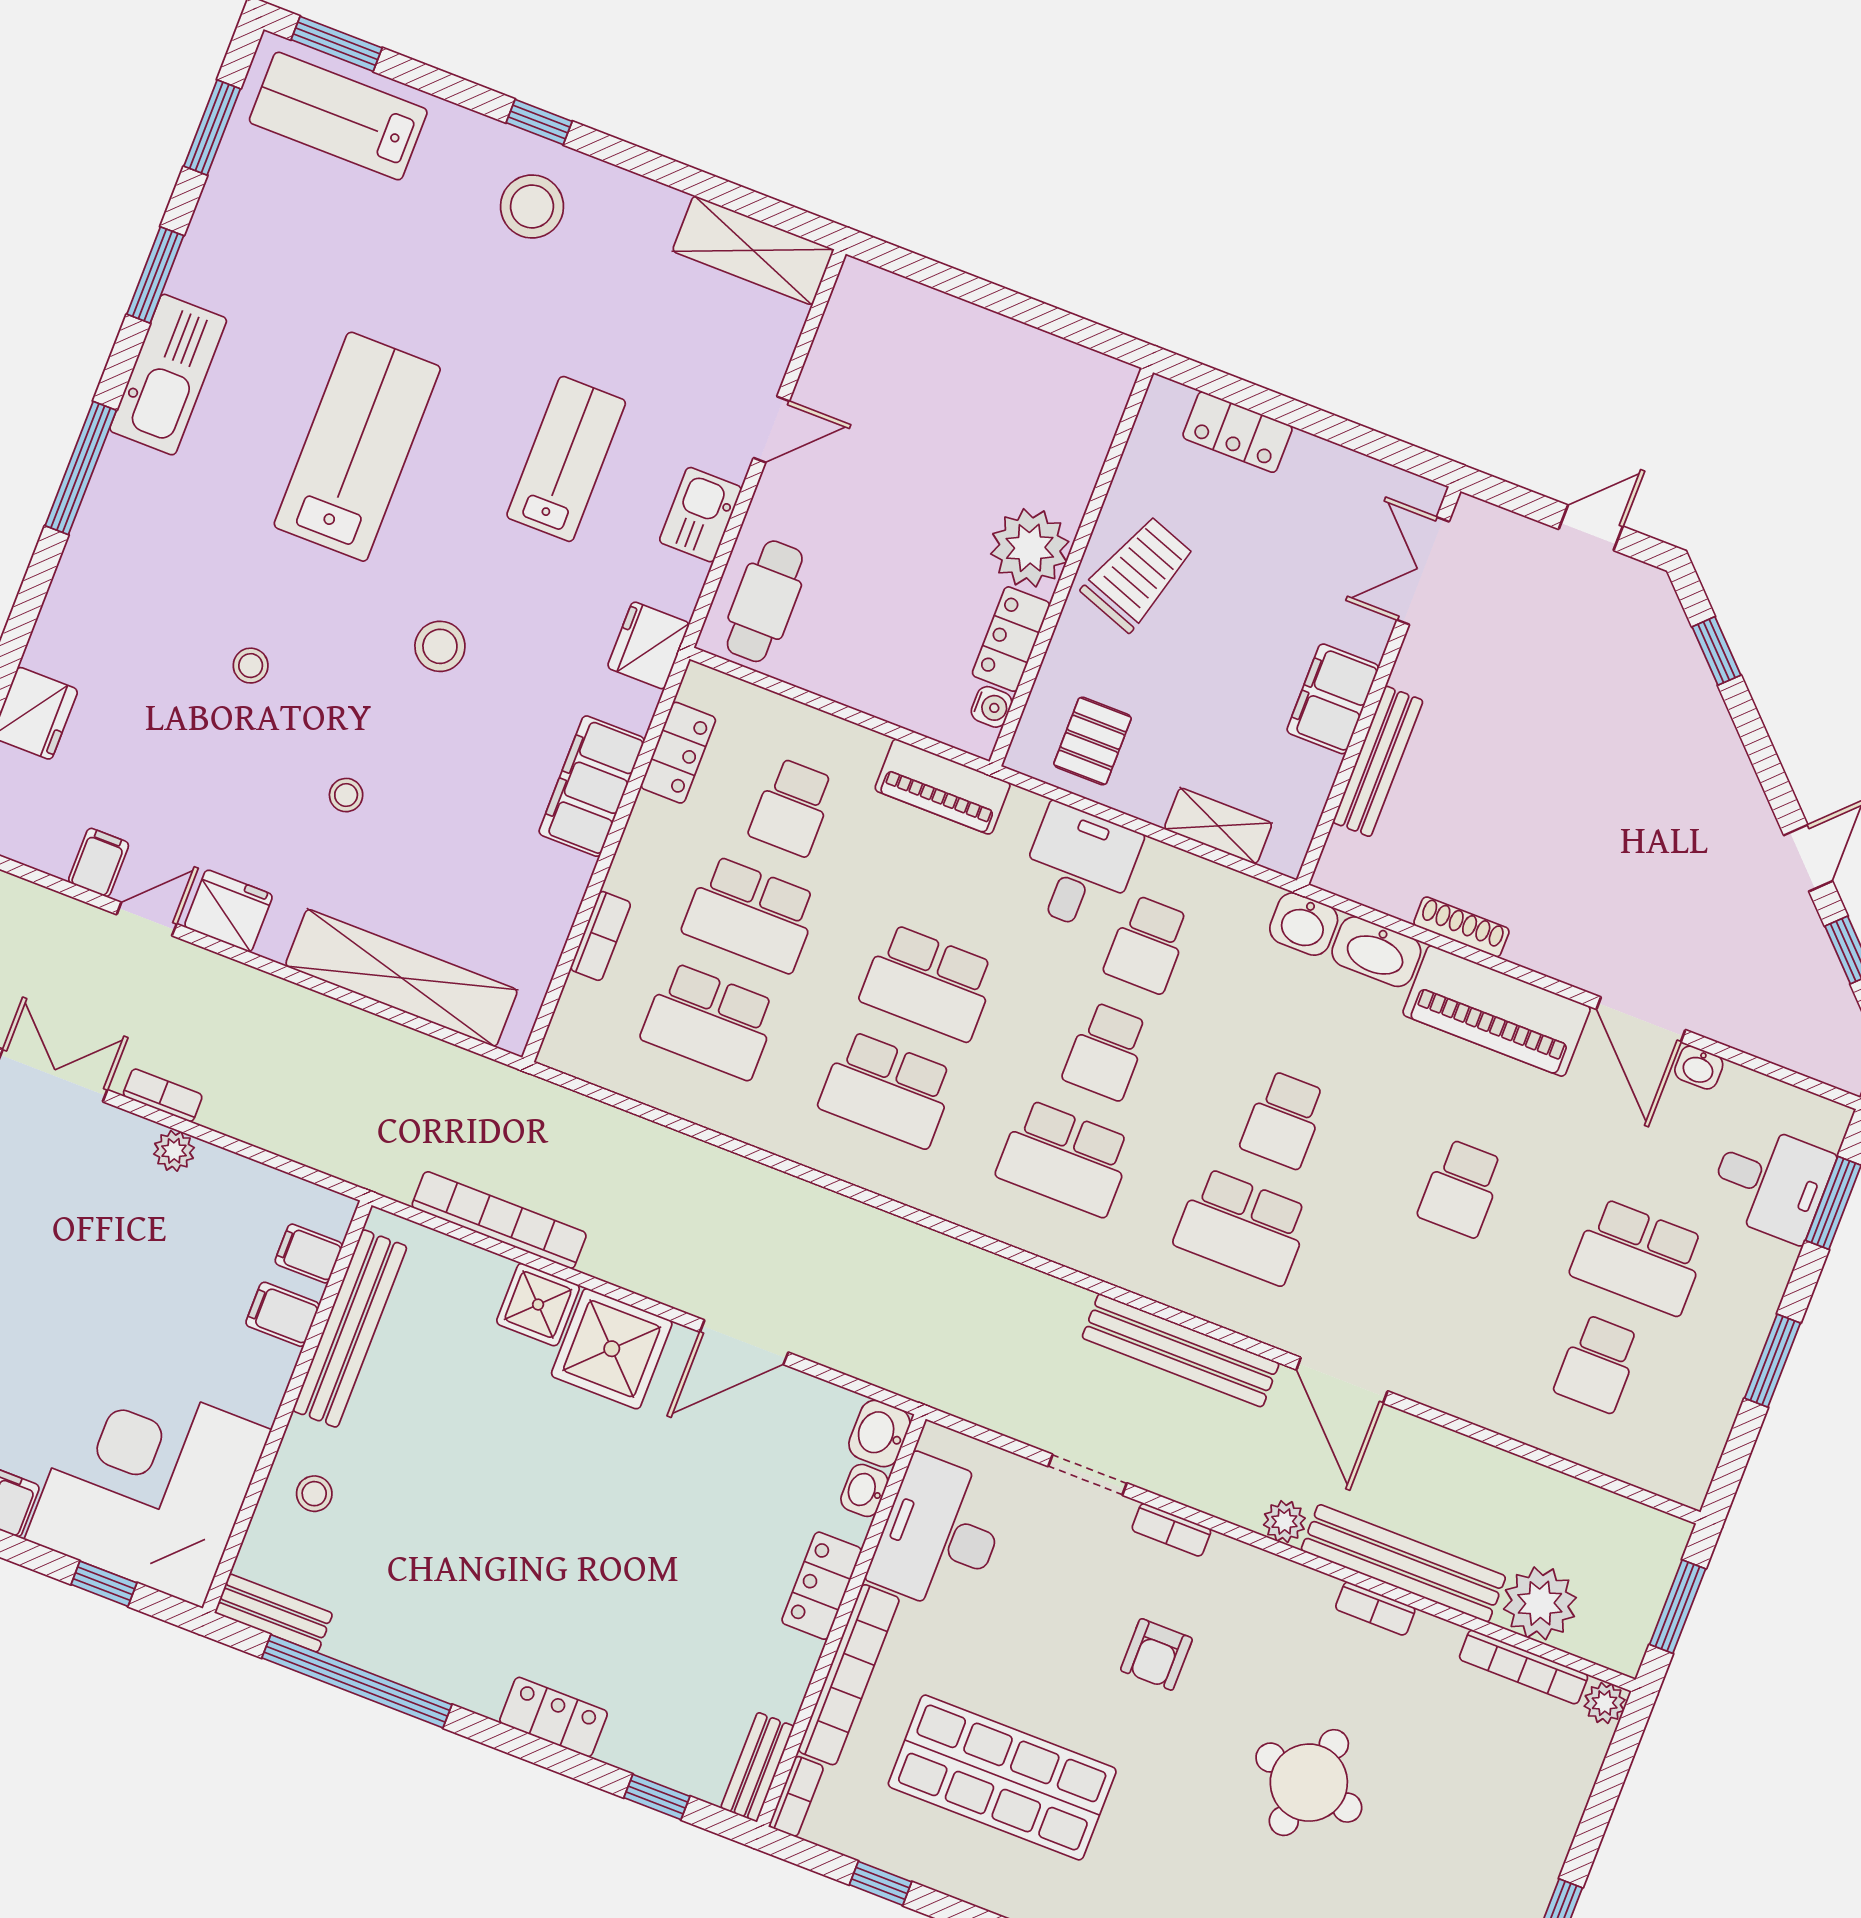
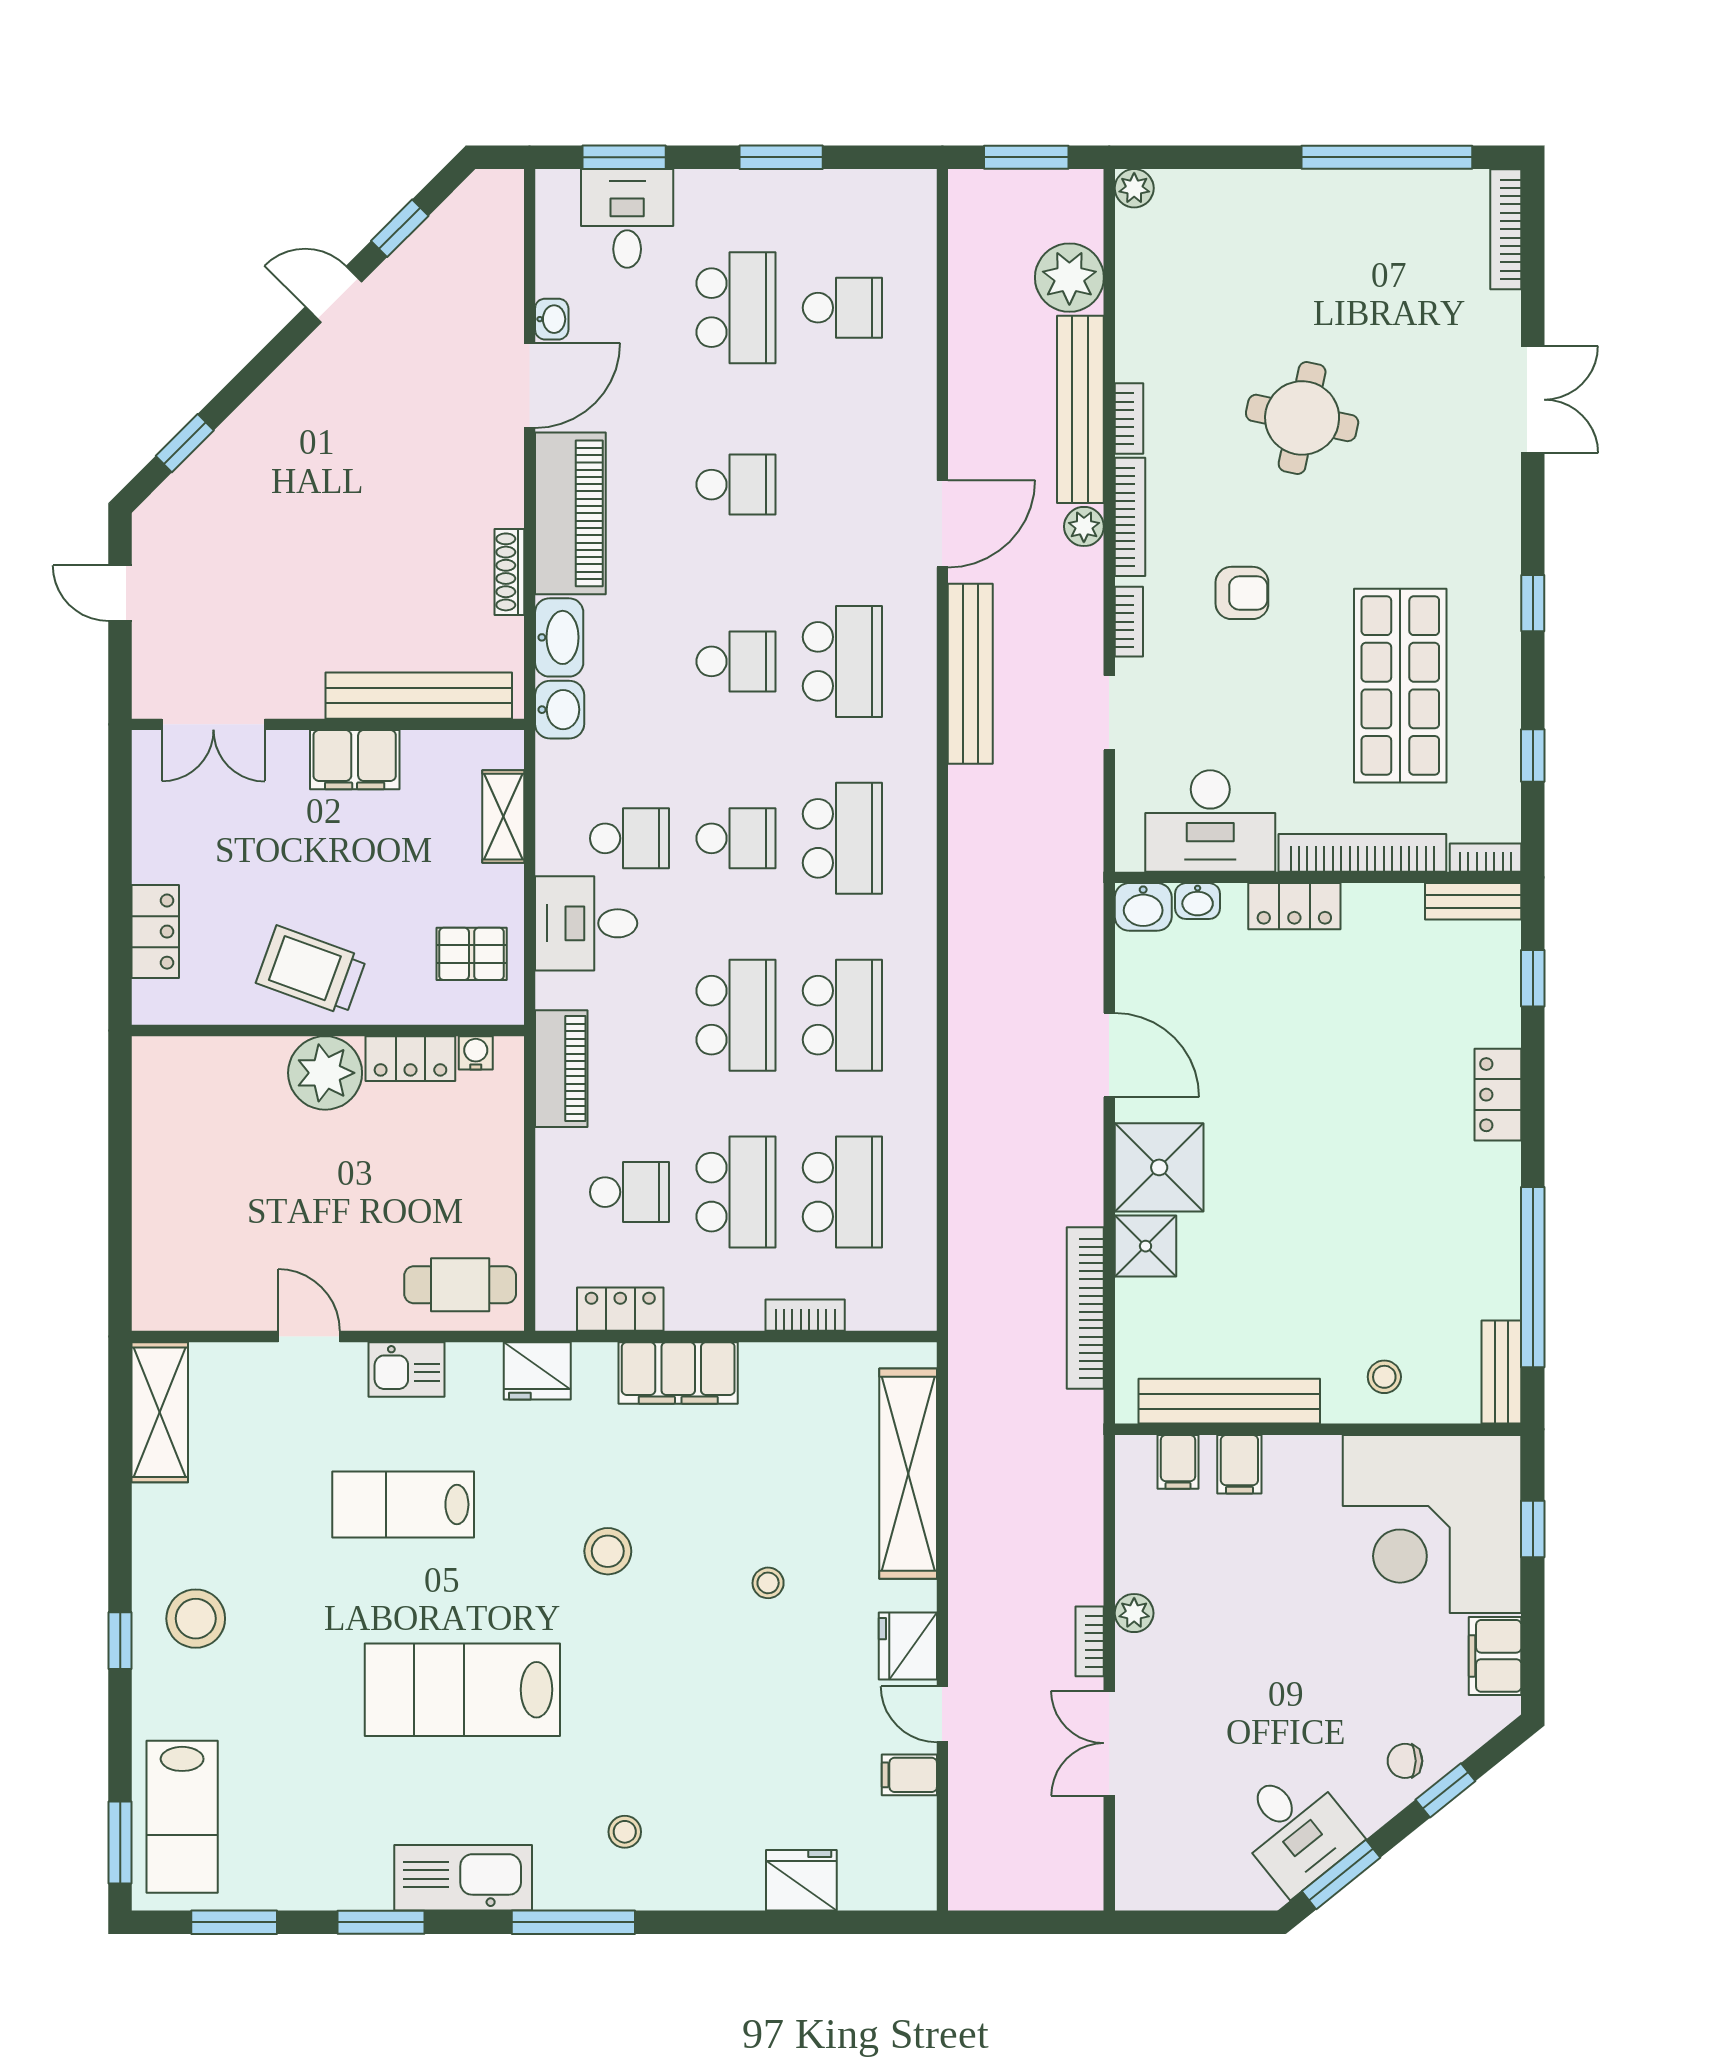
stool: (251, 666) -> (625, 1832), moved
bench: (1378, 761) -> (419, 696), width x1.37, depth x1.21
bookcase: (1524, 1667) -> (1130, 517), moved

